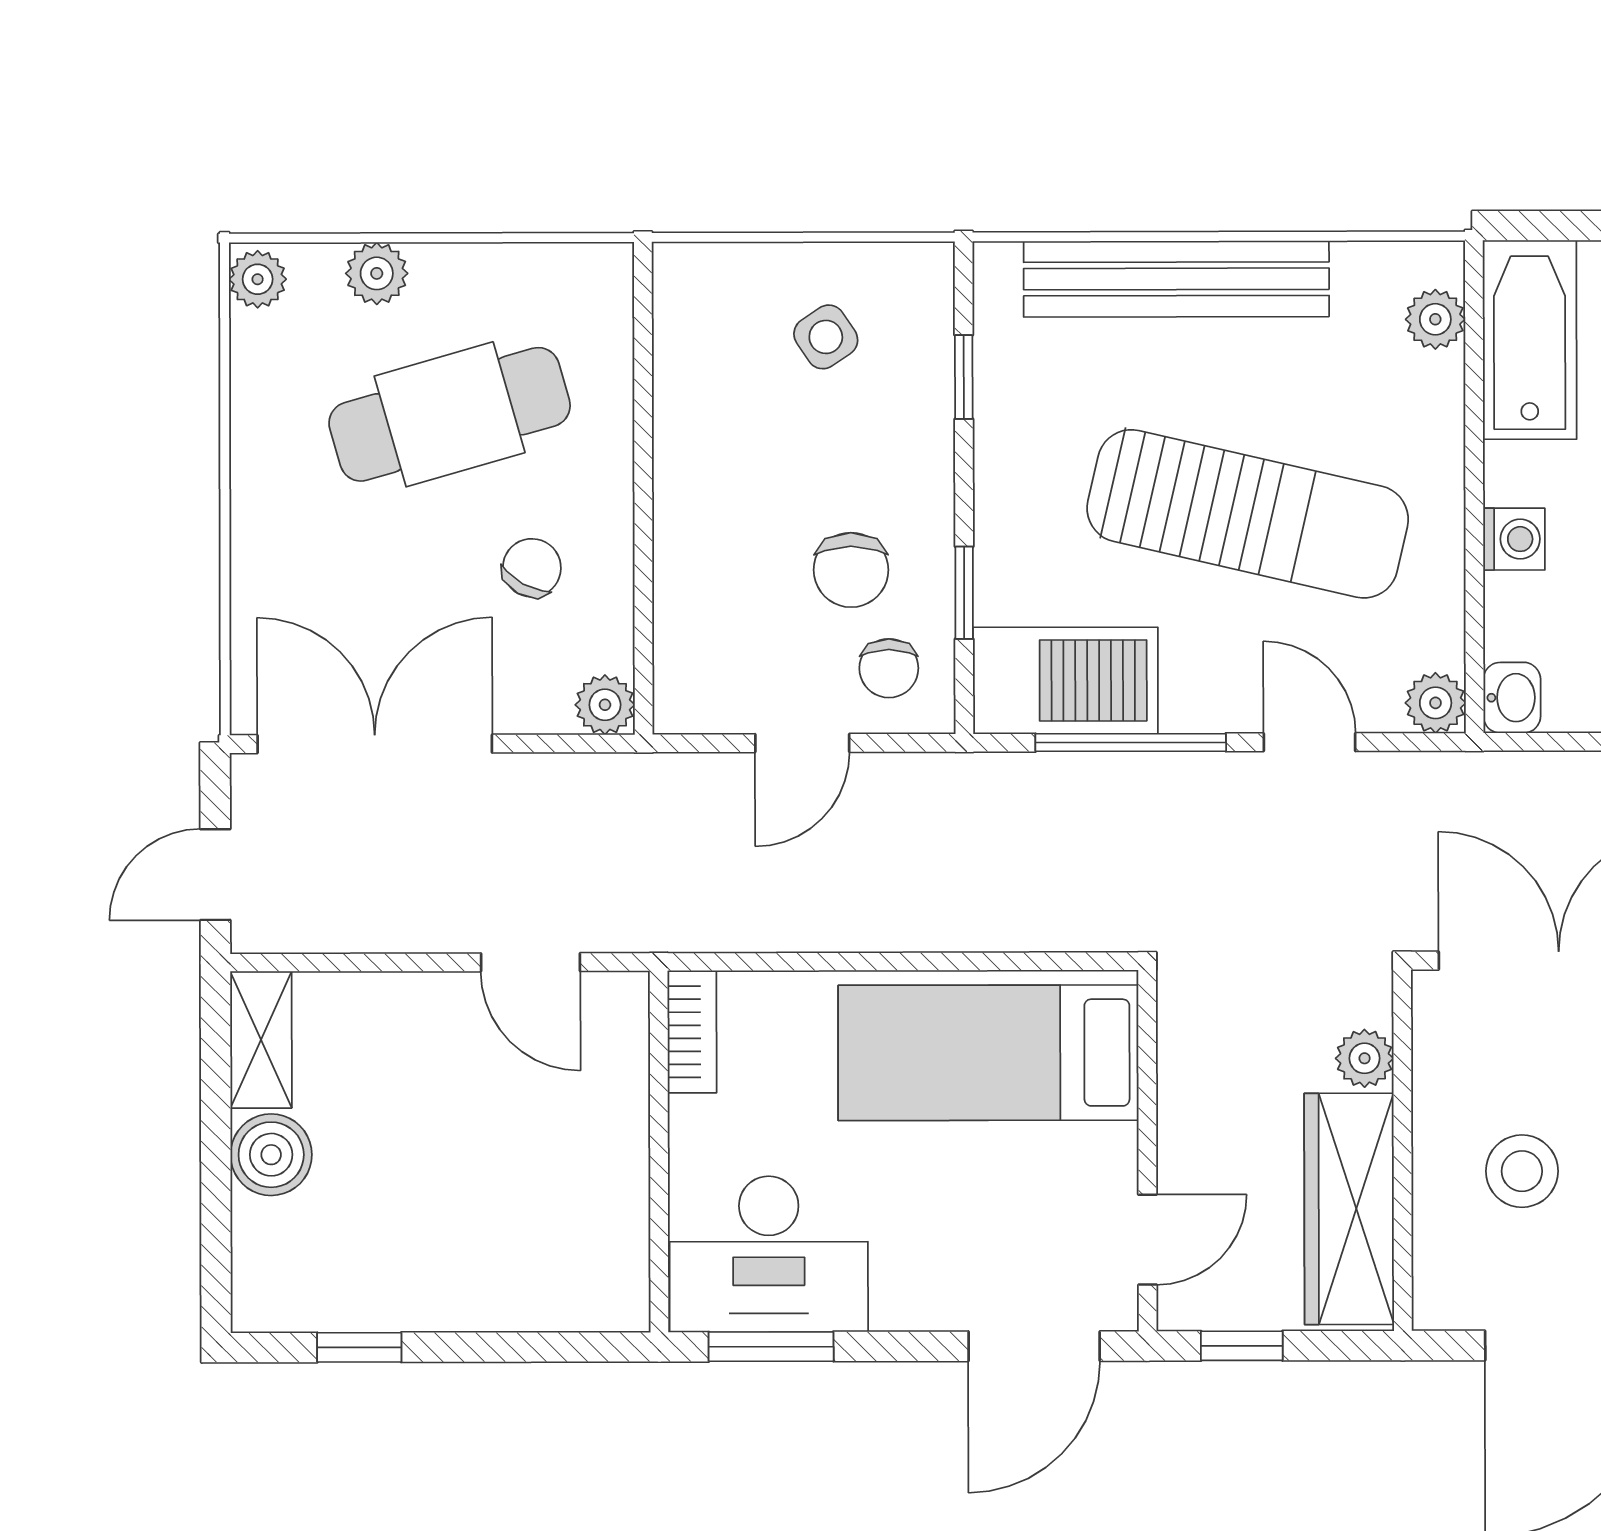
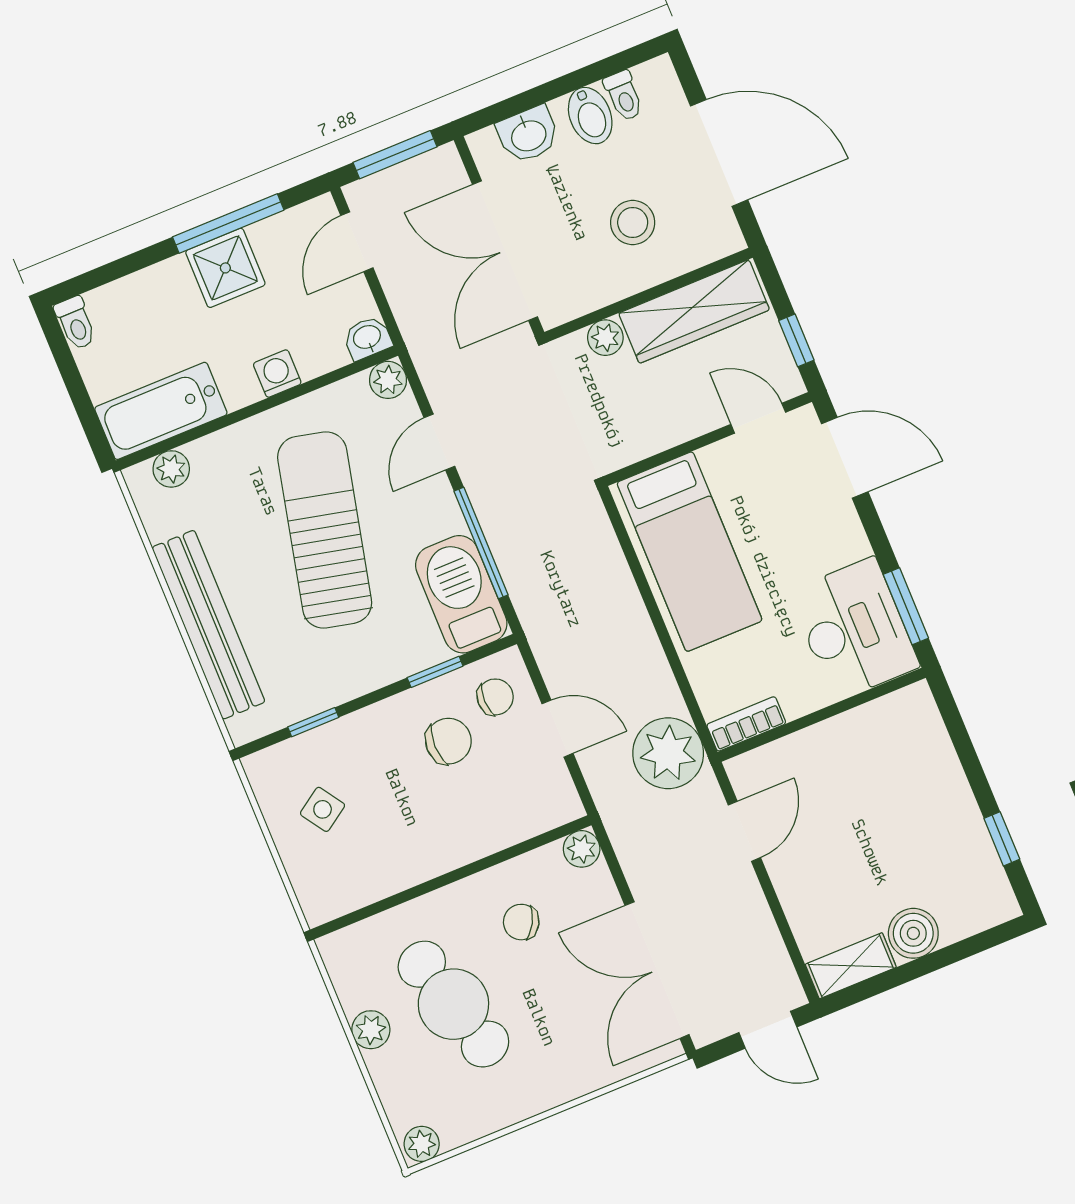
plant: (377, 273) -> (371, 1030), moved
plant: (696, 895) -> (668, 753), added

